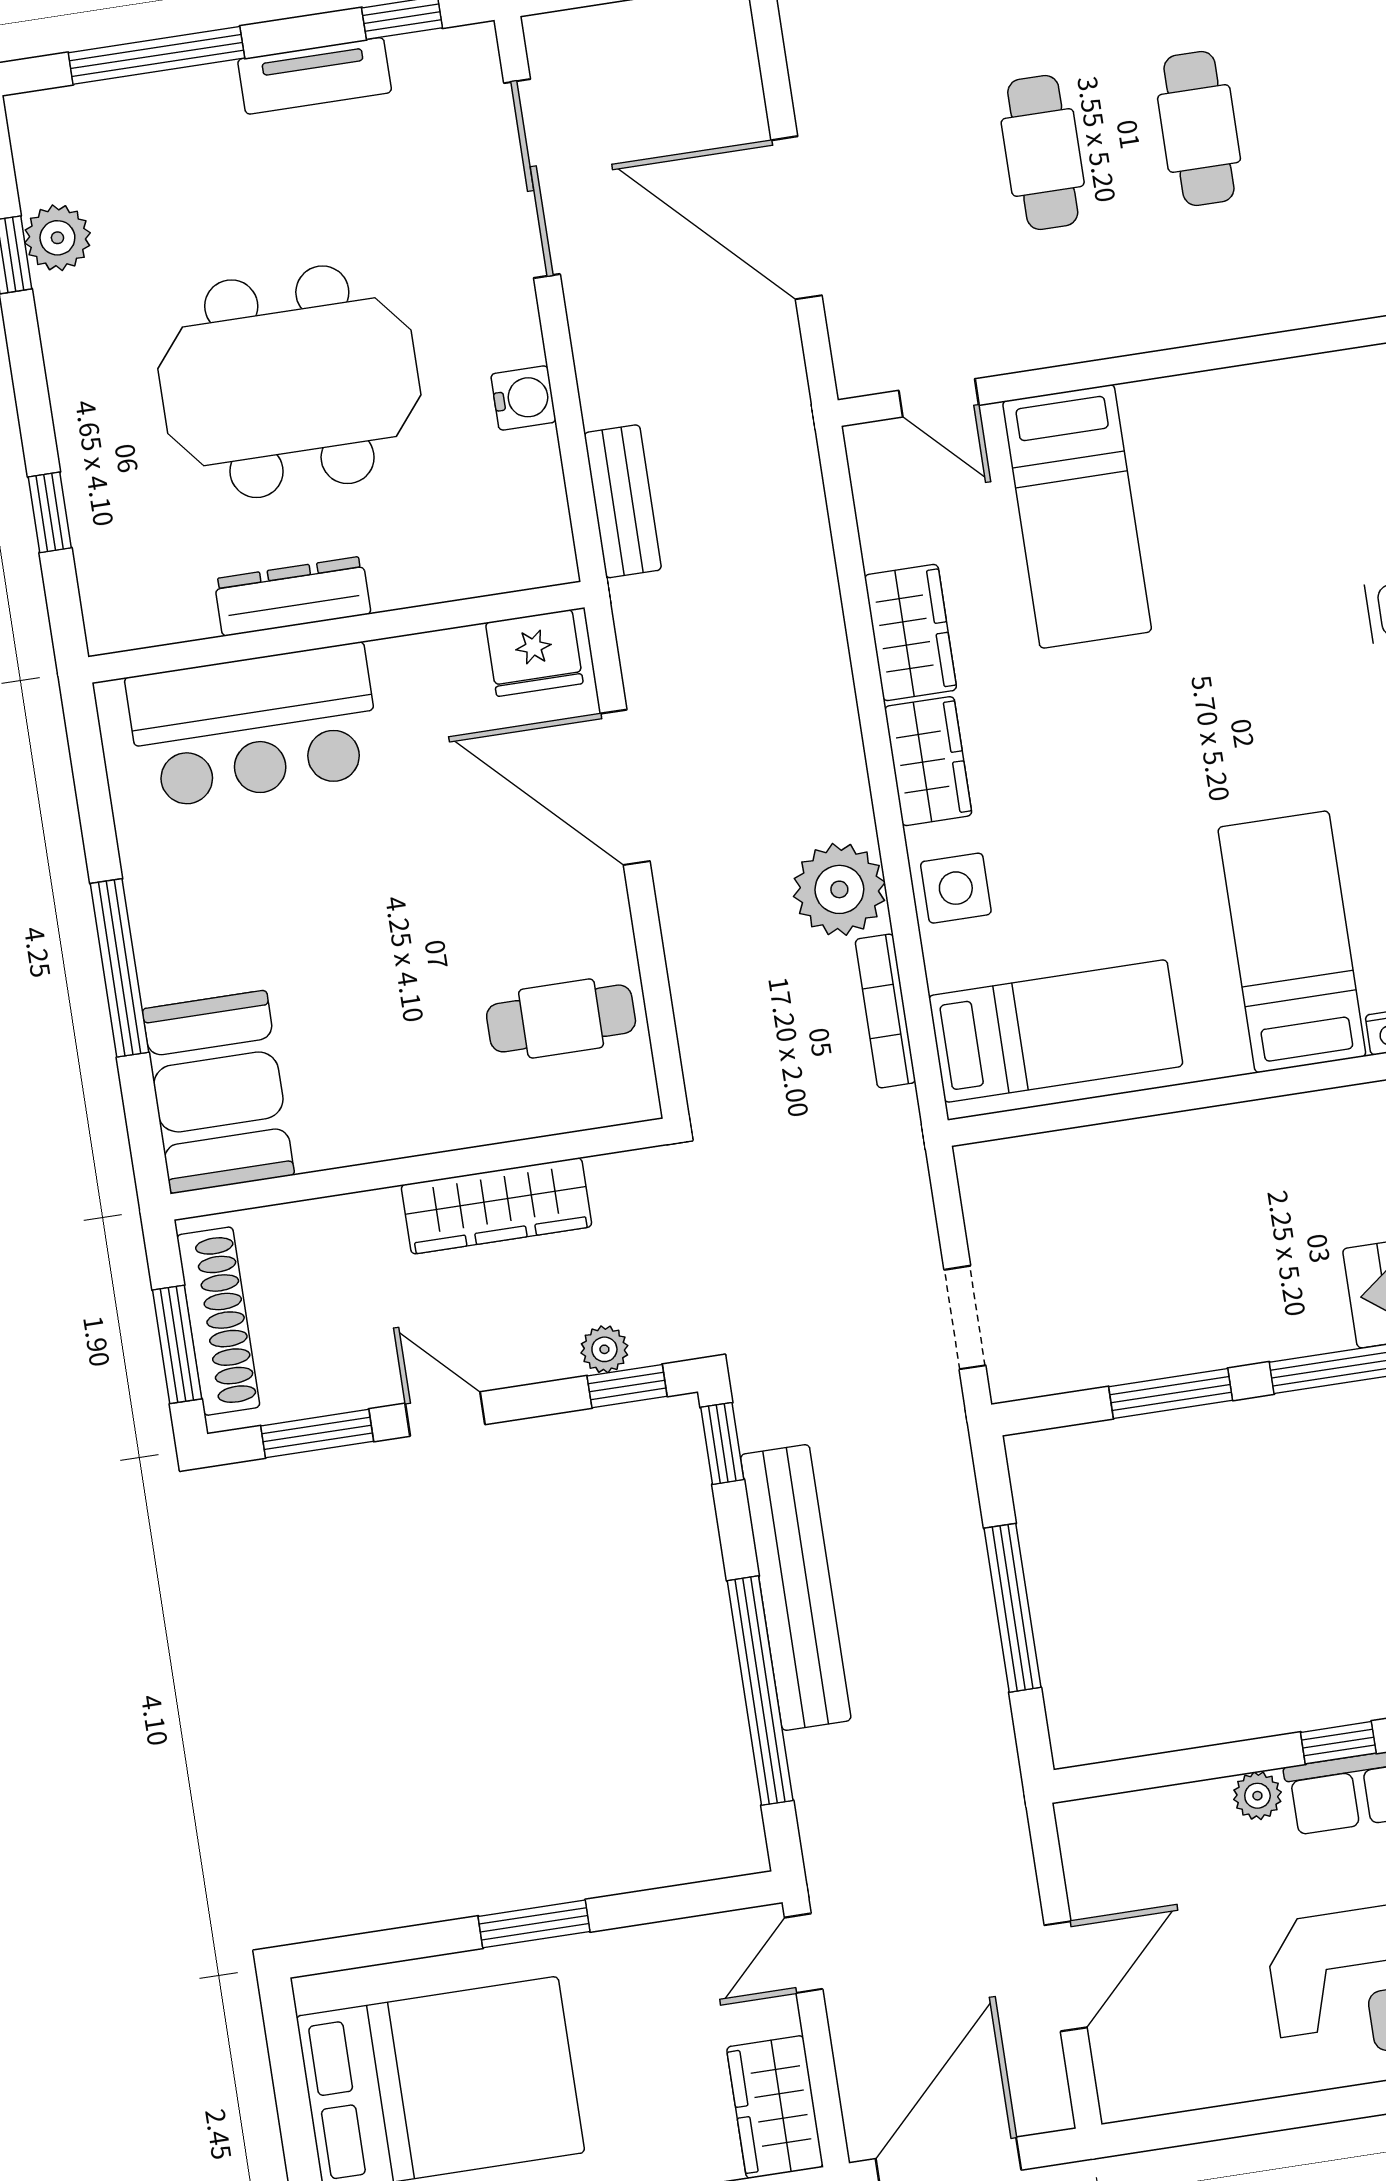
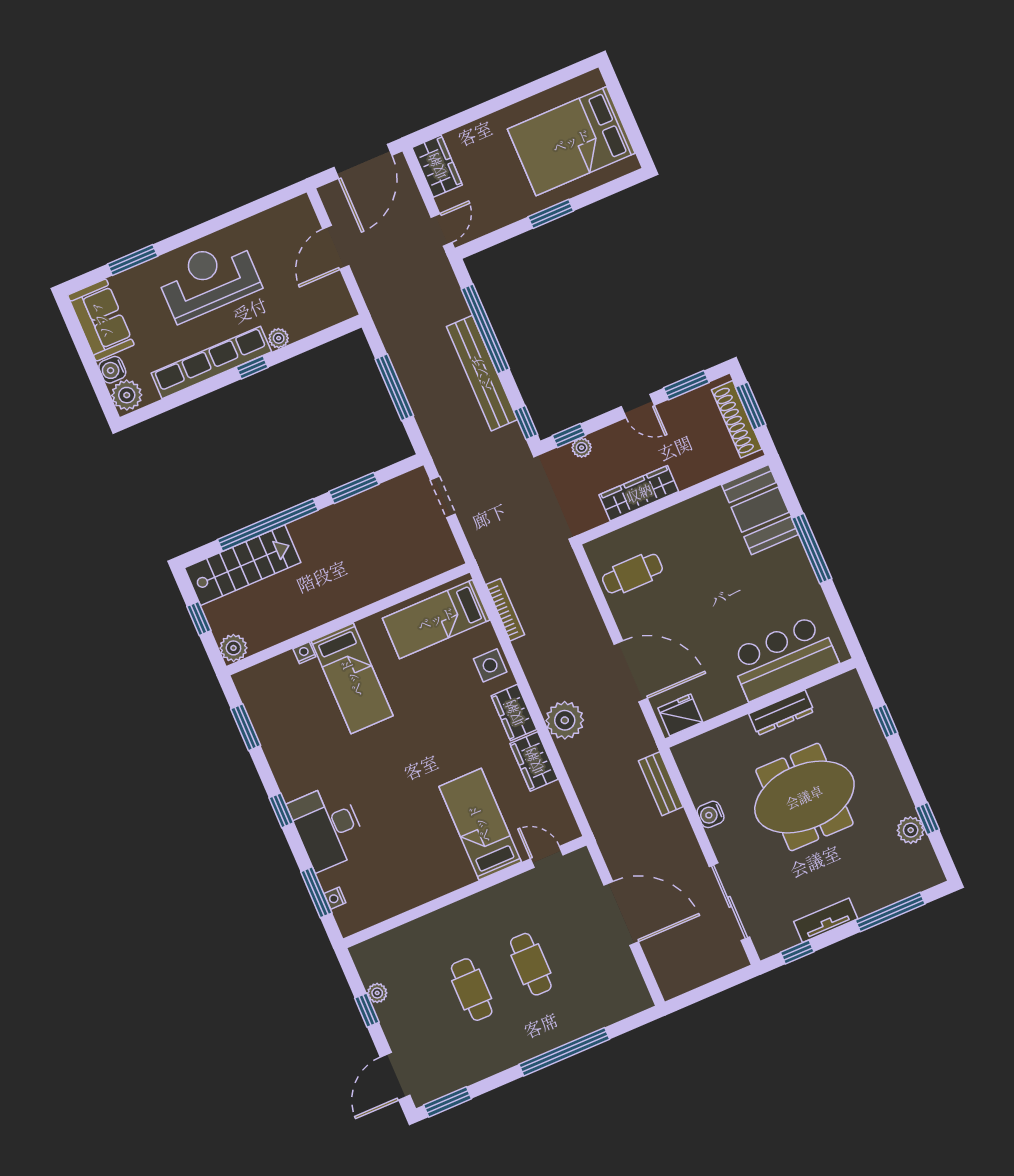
plant: (839, 889) -> (565, 720), moved

